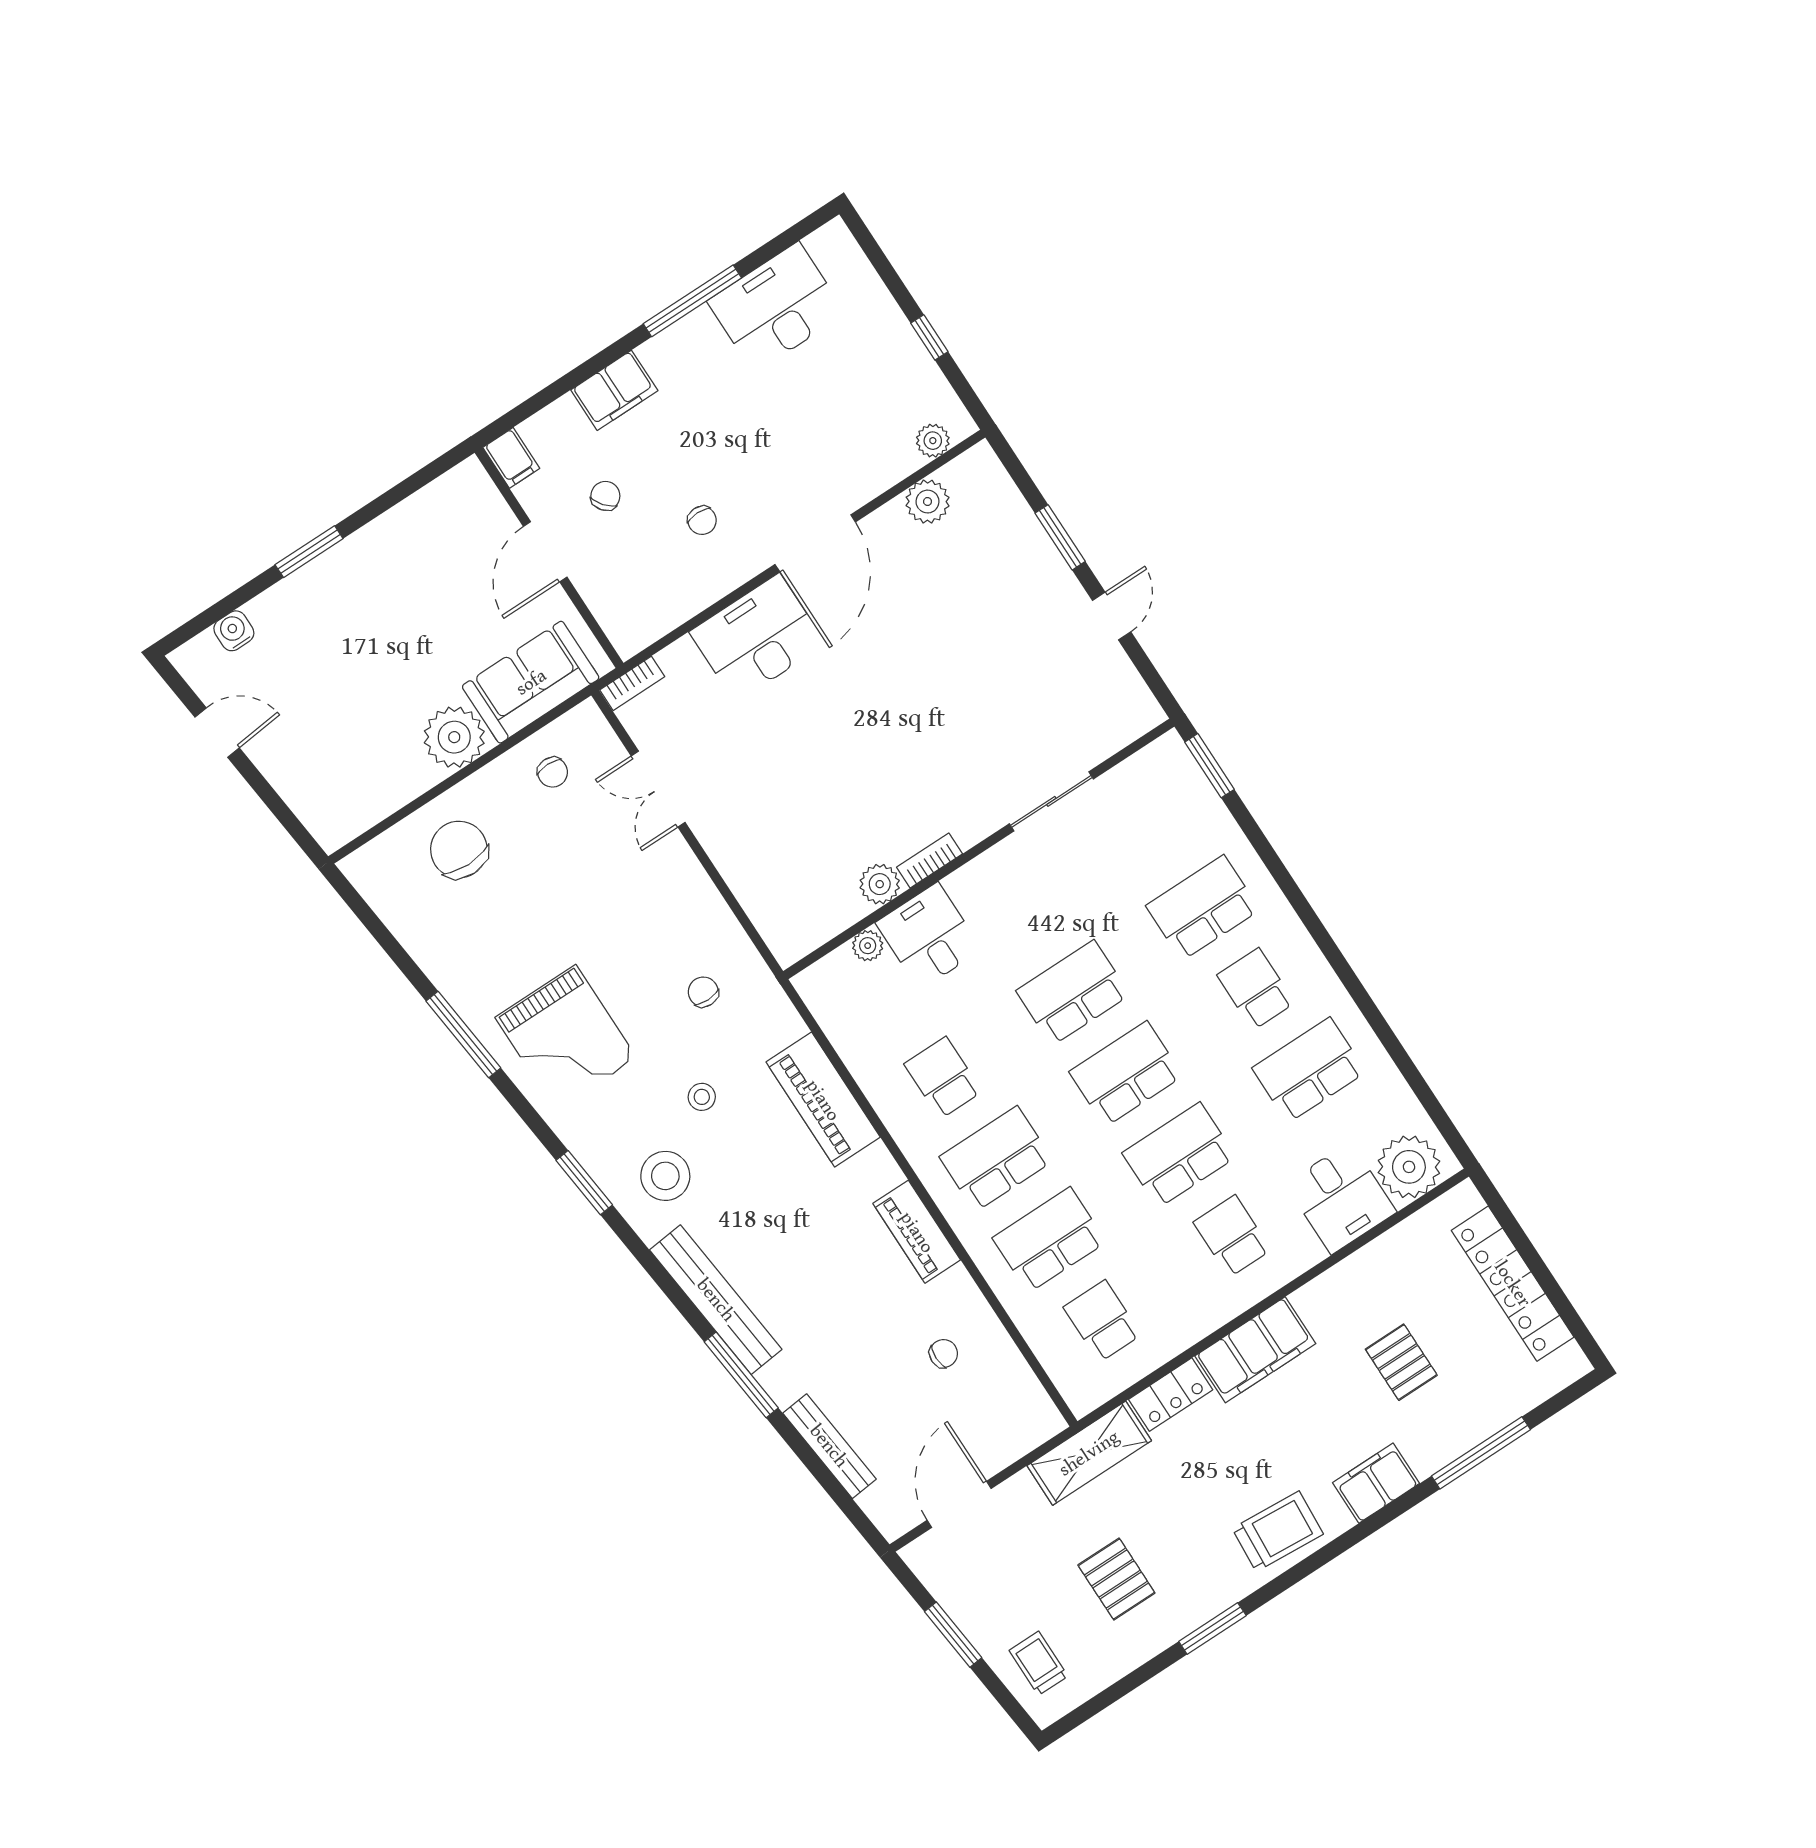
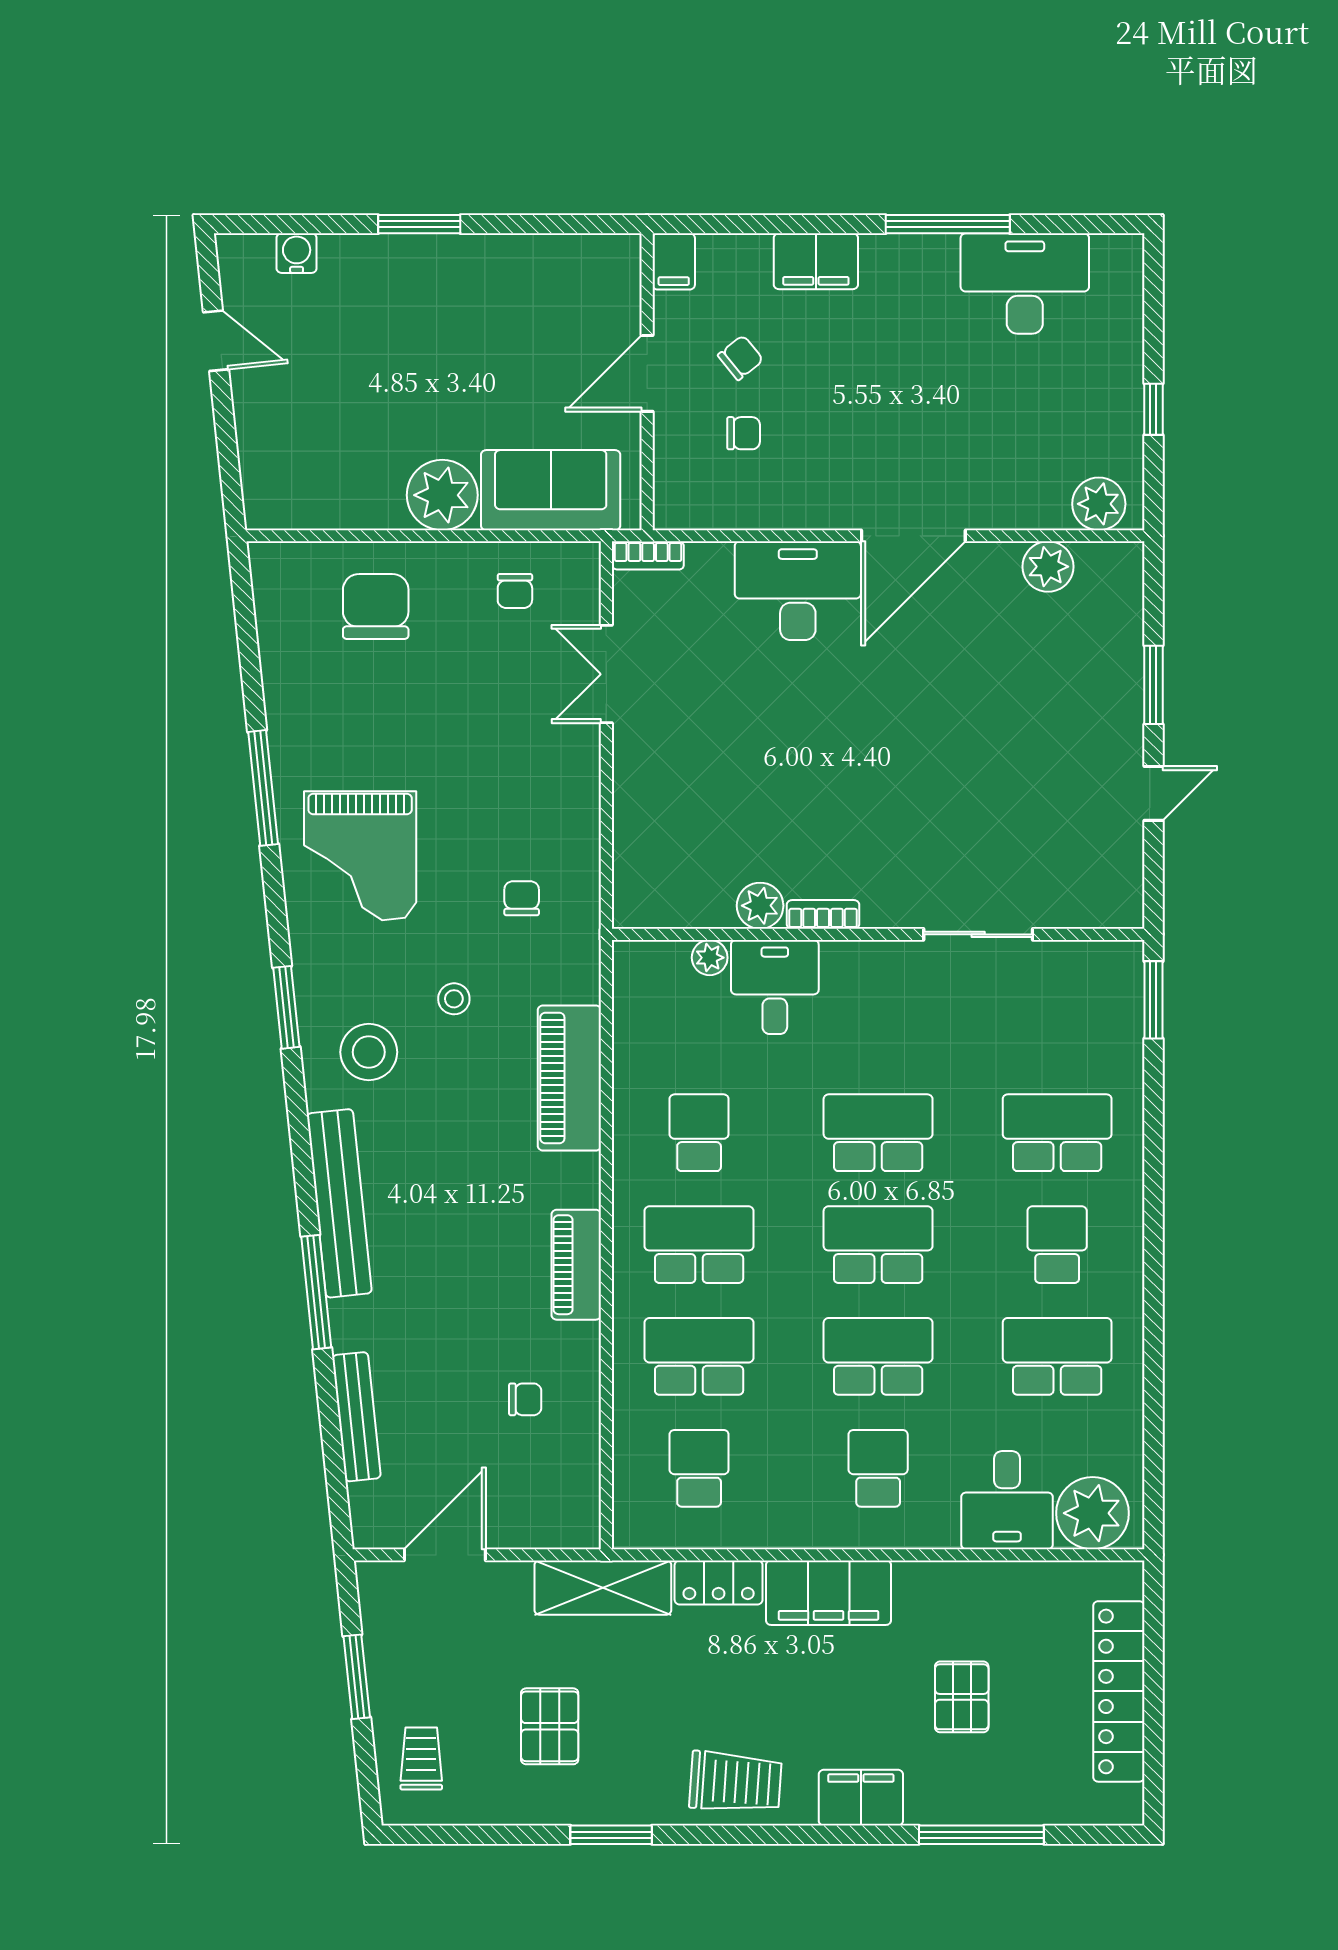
plant: (933, 441) -> (1099, 504), width x1.38, depth x1.38
chair: (702, 520) -> (744, 433), moved, turned -90

